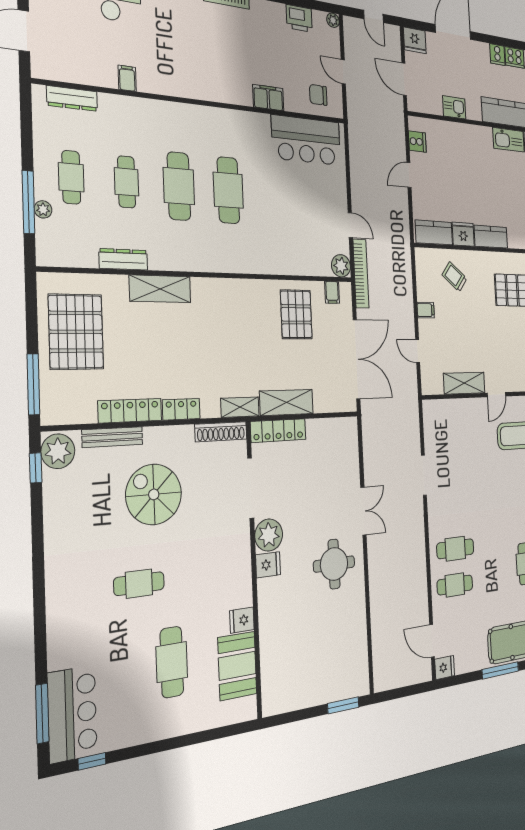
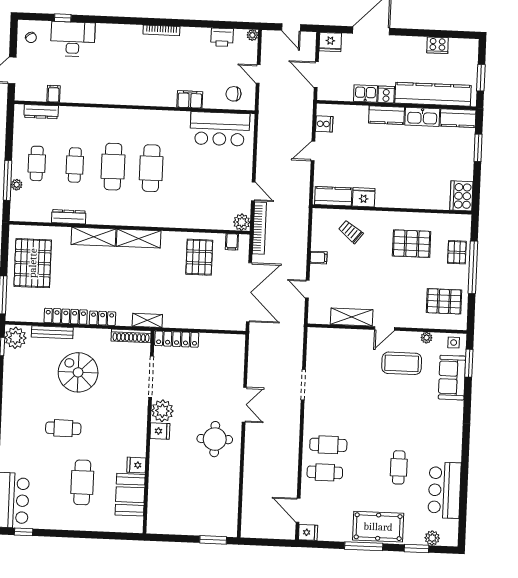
cooker: (497, 55) -> (386, 94), moved, turned 180
filing cabinet: (127, 78) -> (54, 94), moved
kitchen counter: (491, 237) -> (387, 115), moved, turned 180
shelving: (286, 402) -> (139, 239), moved

